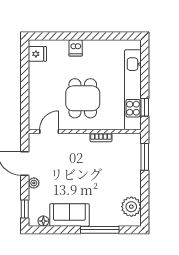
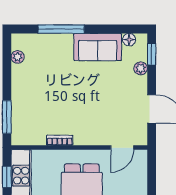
plant: (34, 183) -> (141, 68), moved
plant: (131, 207) -> (18, 57), width x0.53, depth x0.53

